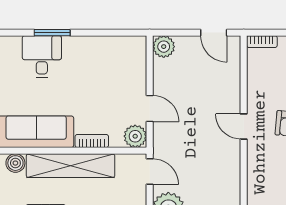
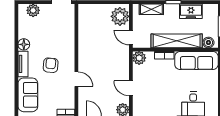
door: (150, 108) -> (131, 88), moved
door: (244, 126) -> (76, 79), moved

